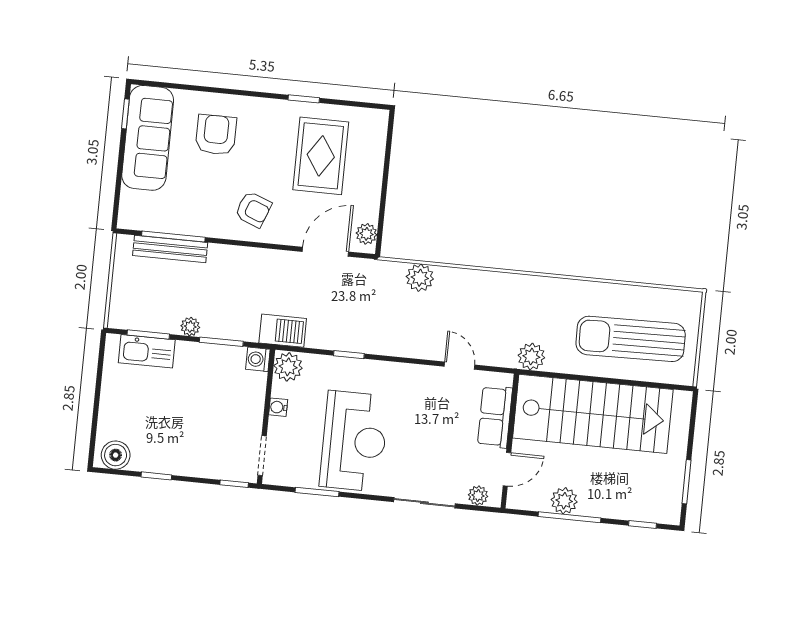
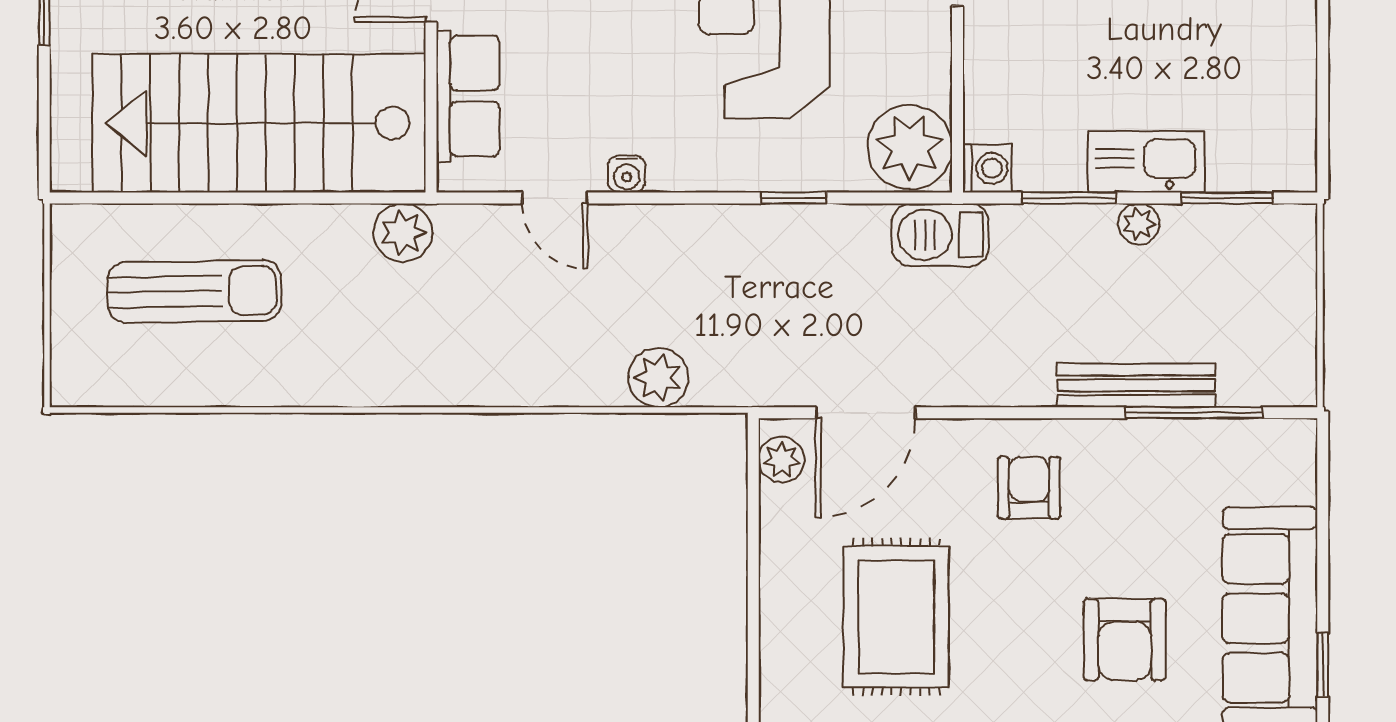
armchair: (253, 209) -> (1029, 488), turned 69
bench: (170, 249) -> (1136, 385), moved
sun lounger: (631, 339) -> (195, 291), width x0.73, depth x0.75
kitchen sink: (147, 351) -> (1146, 162), moved
plant: (288, 367) -> (910, 147), width x1.36, depth x1.36
water cooler: (278, 407) -> (627, 174), moved, turned 90

